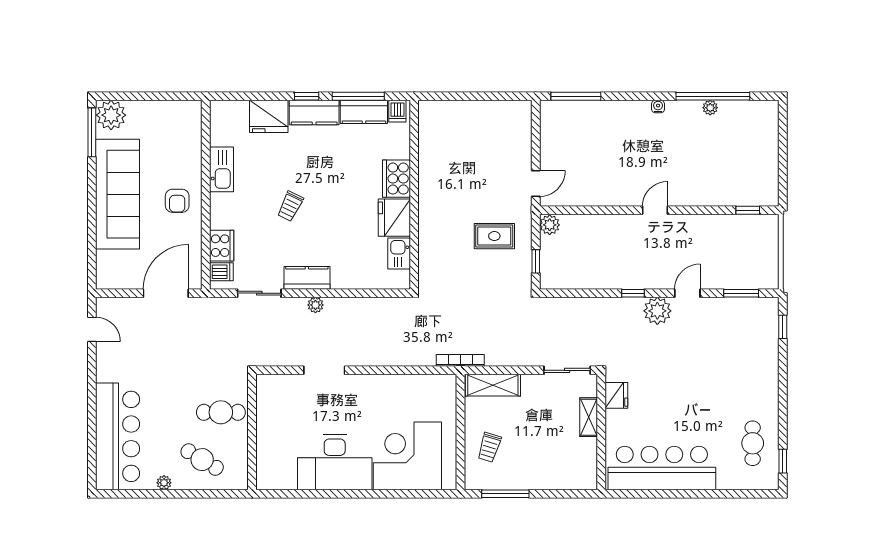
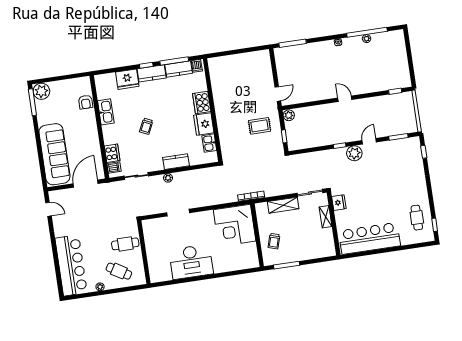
sofa: (118, 194) -> (54, 154), moved
armchair: (177, 201) -> (86, 102), moved
door: (655, 210) -> (345, 99), hinge flipped
kitchen counter: (307, 278) -> (176, 162), moved
shelving: (493, 385) -> (283, 205), moved
corner desk: (407, 456) -> (235, 225), moved, turned -90

